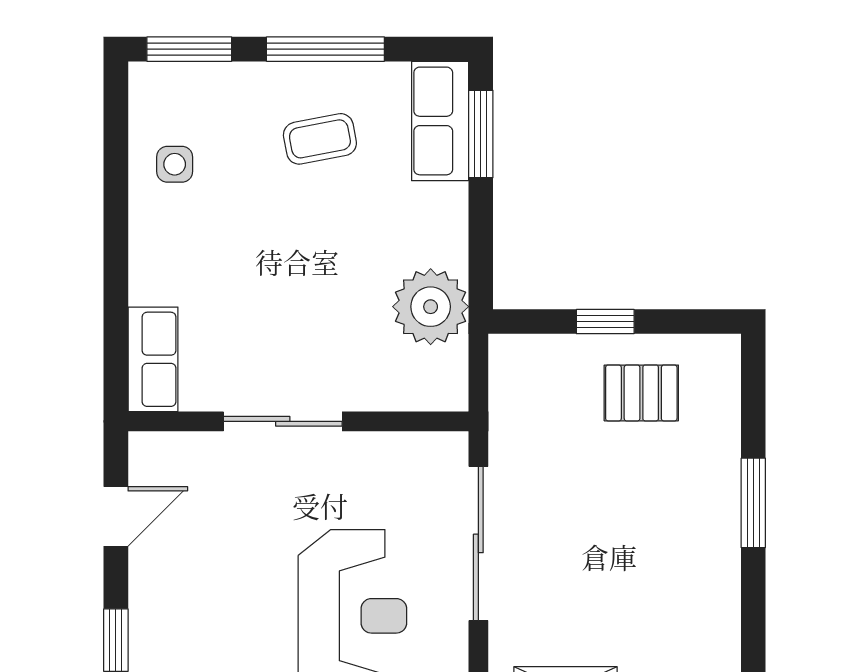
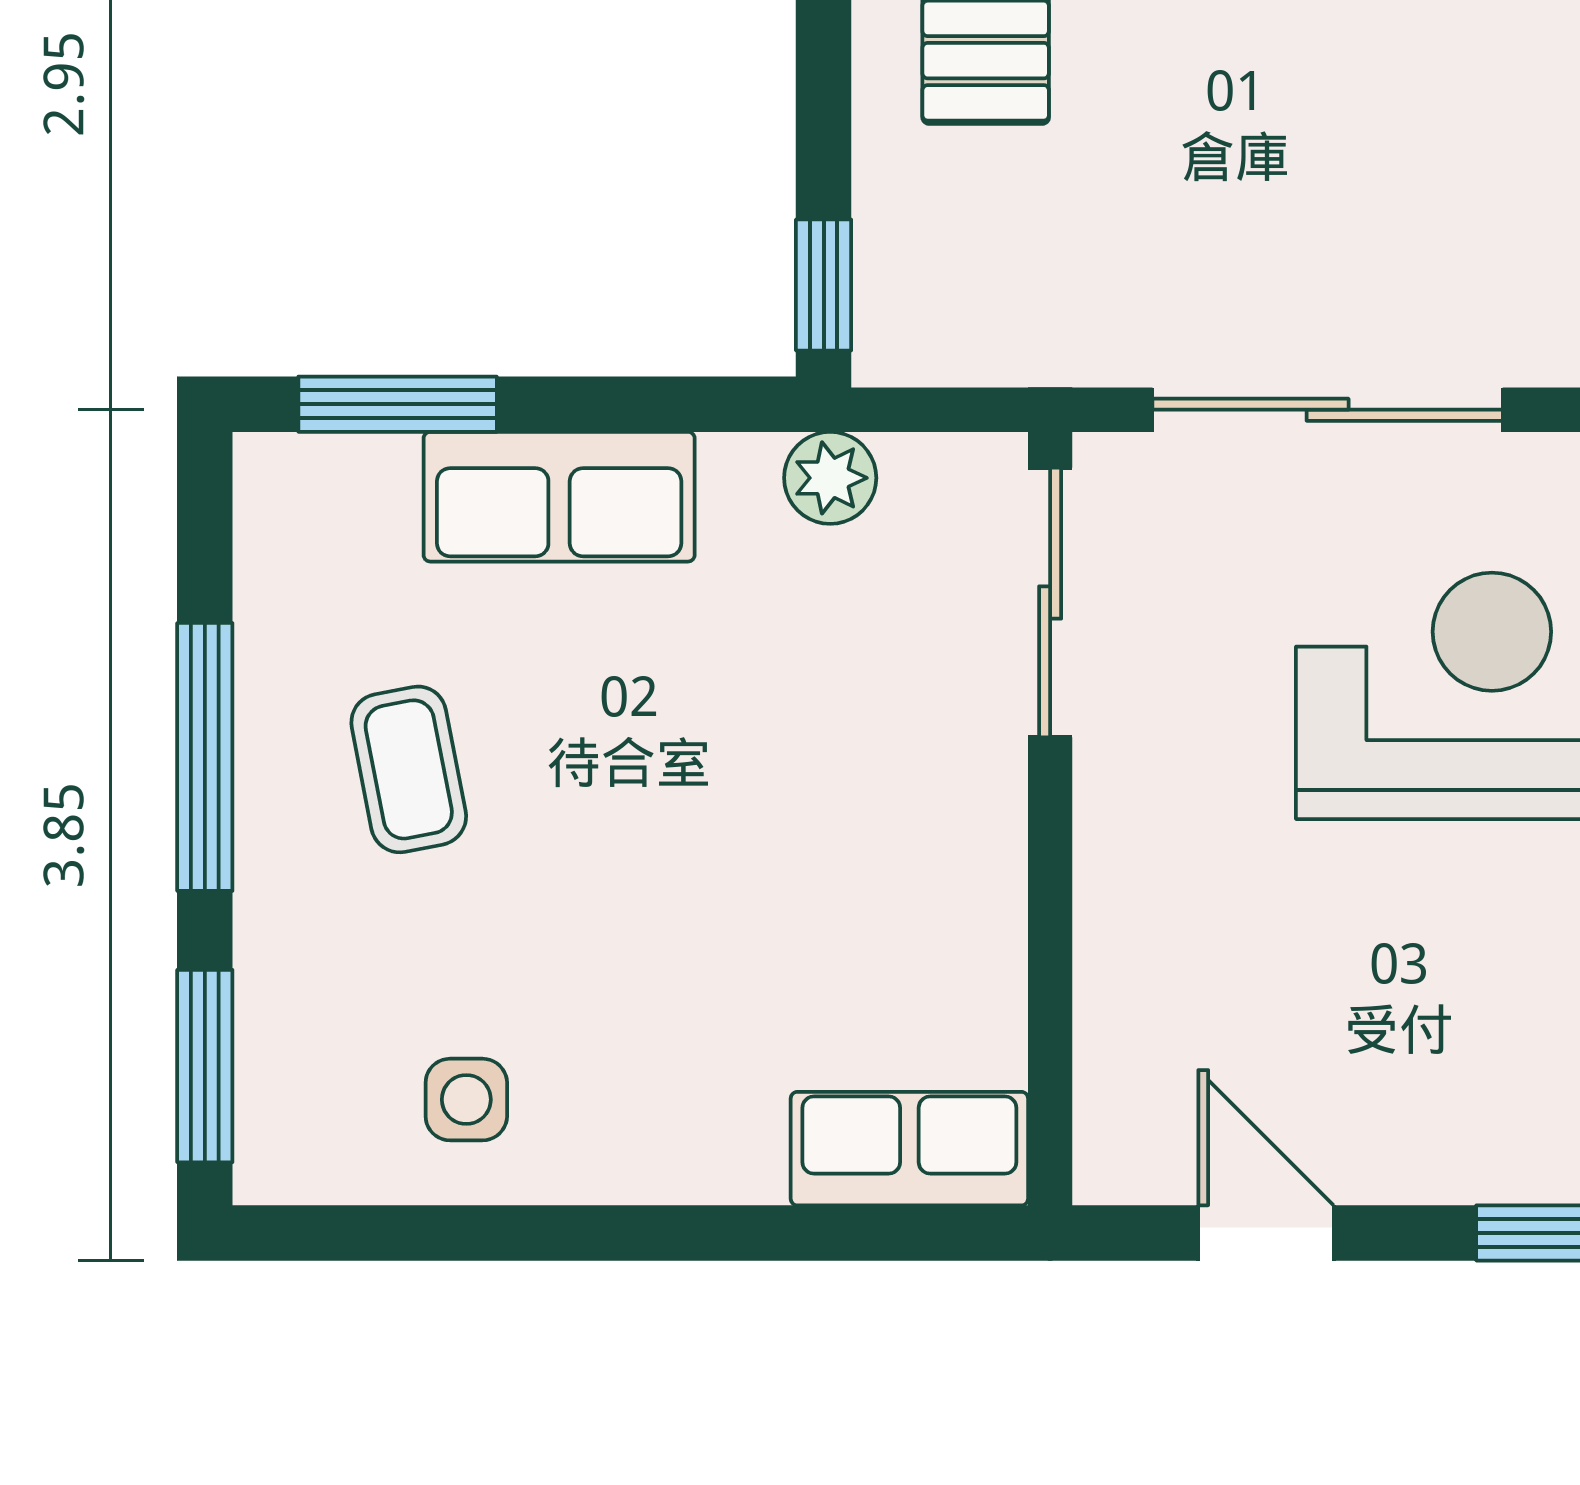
row of seats: (440, 121) -> (559, 497), moved
plant: (431, 307) -> (830, 478), width x0.53, depth x0.53
window: (605, 322) -> (824, 285), moved
sliding door: (283, 421) -> (1050, 603), moved

